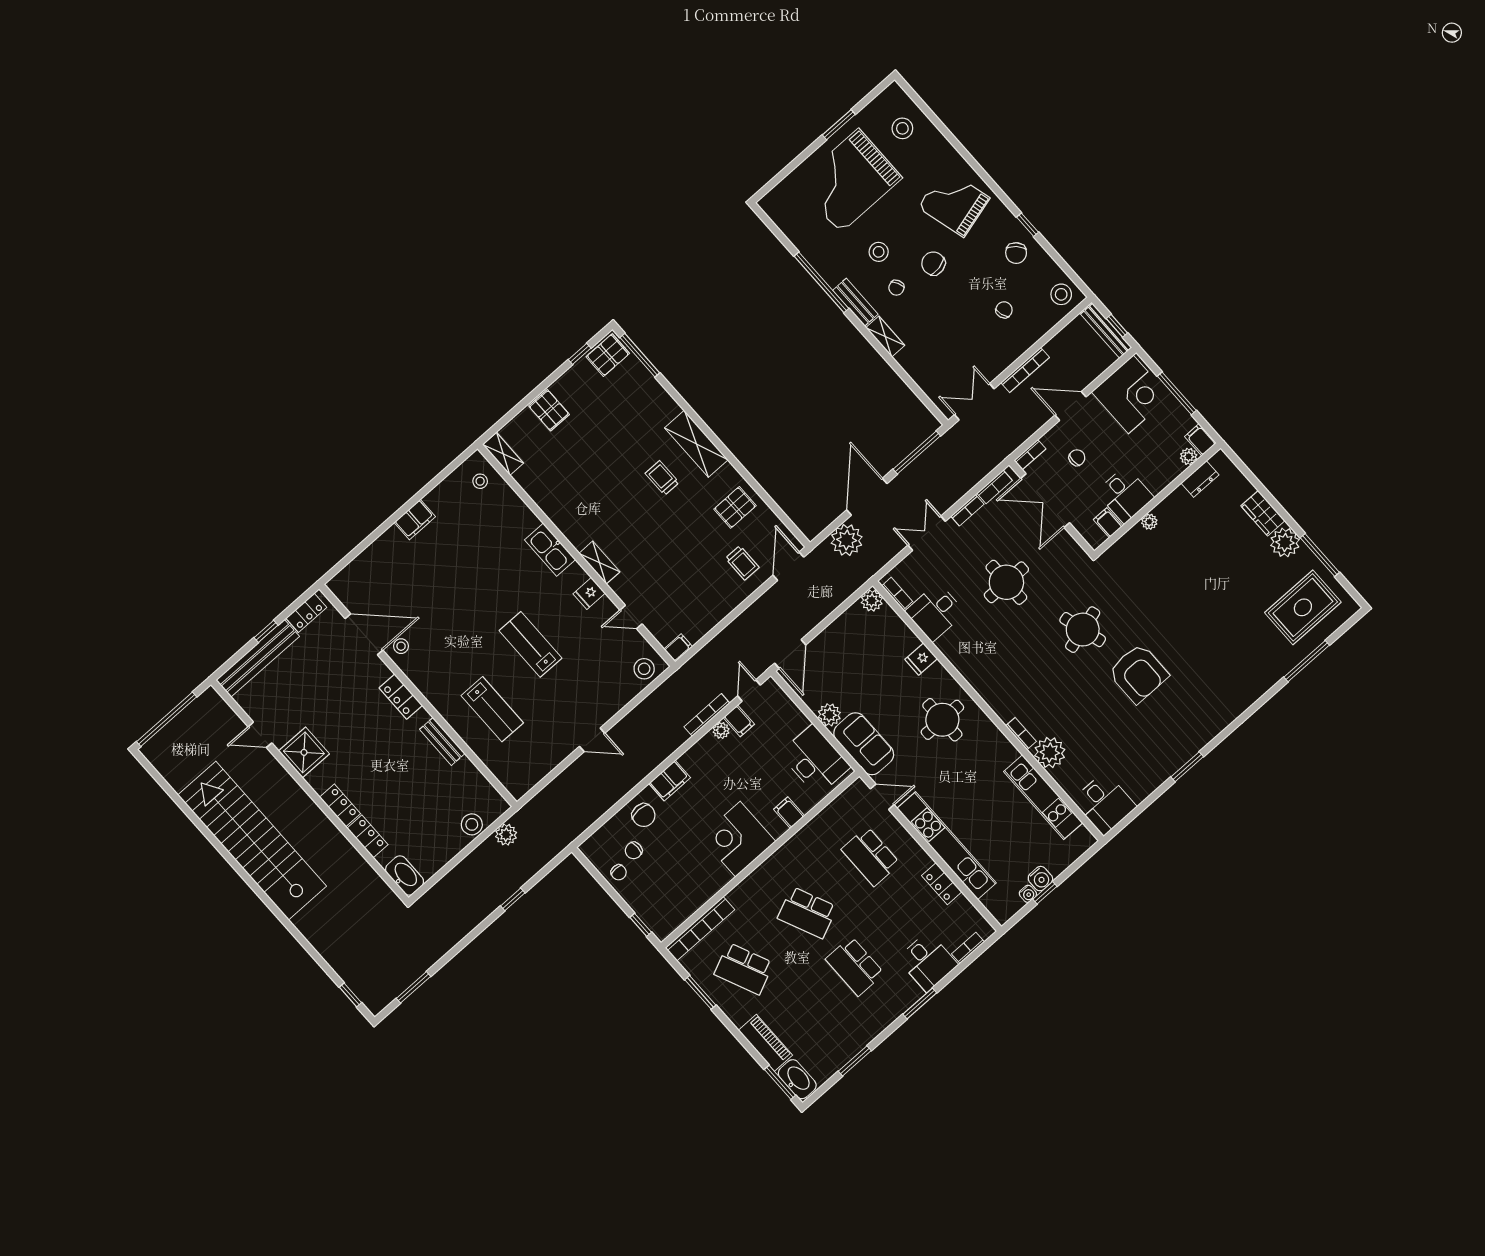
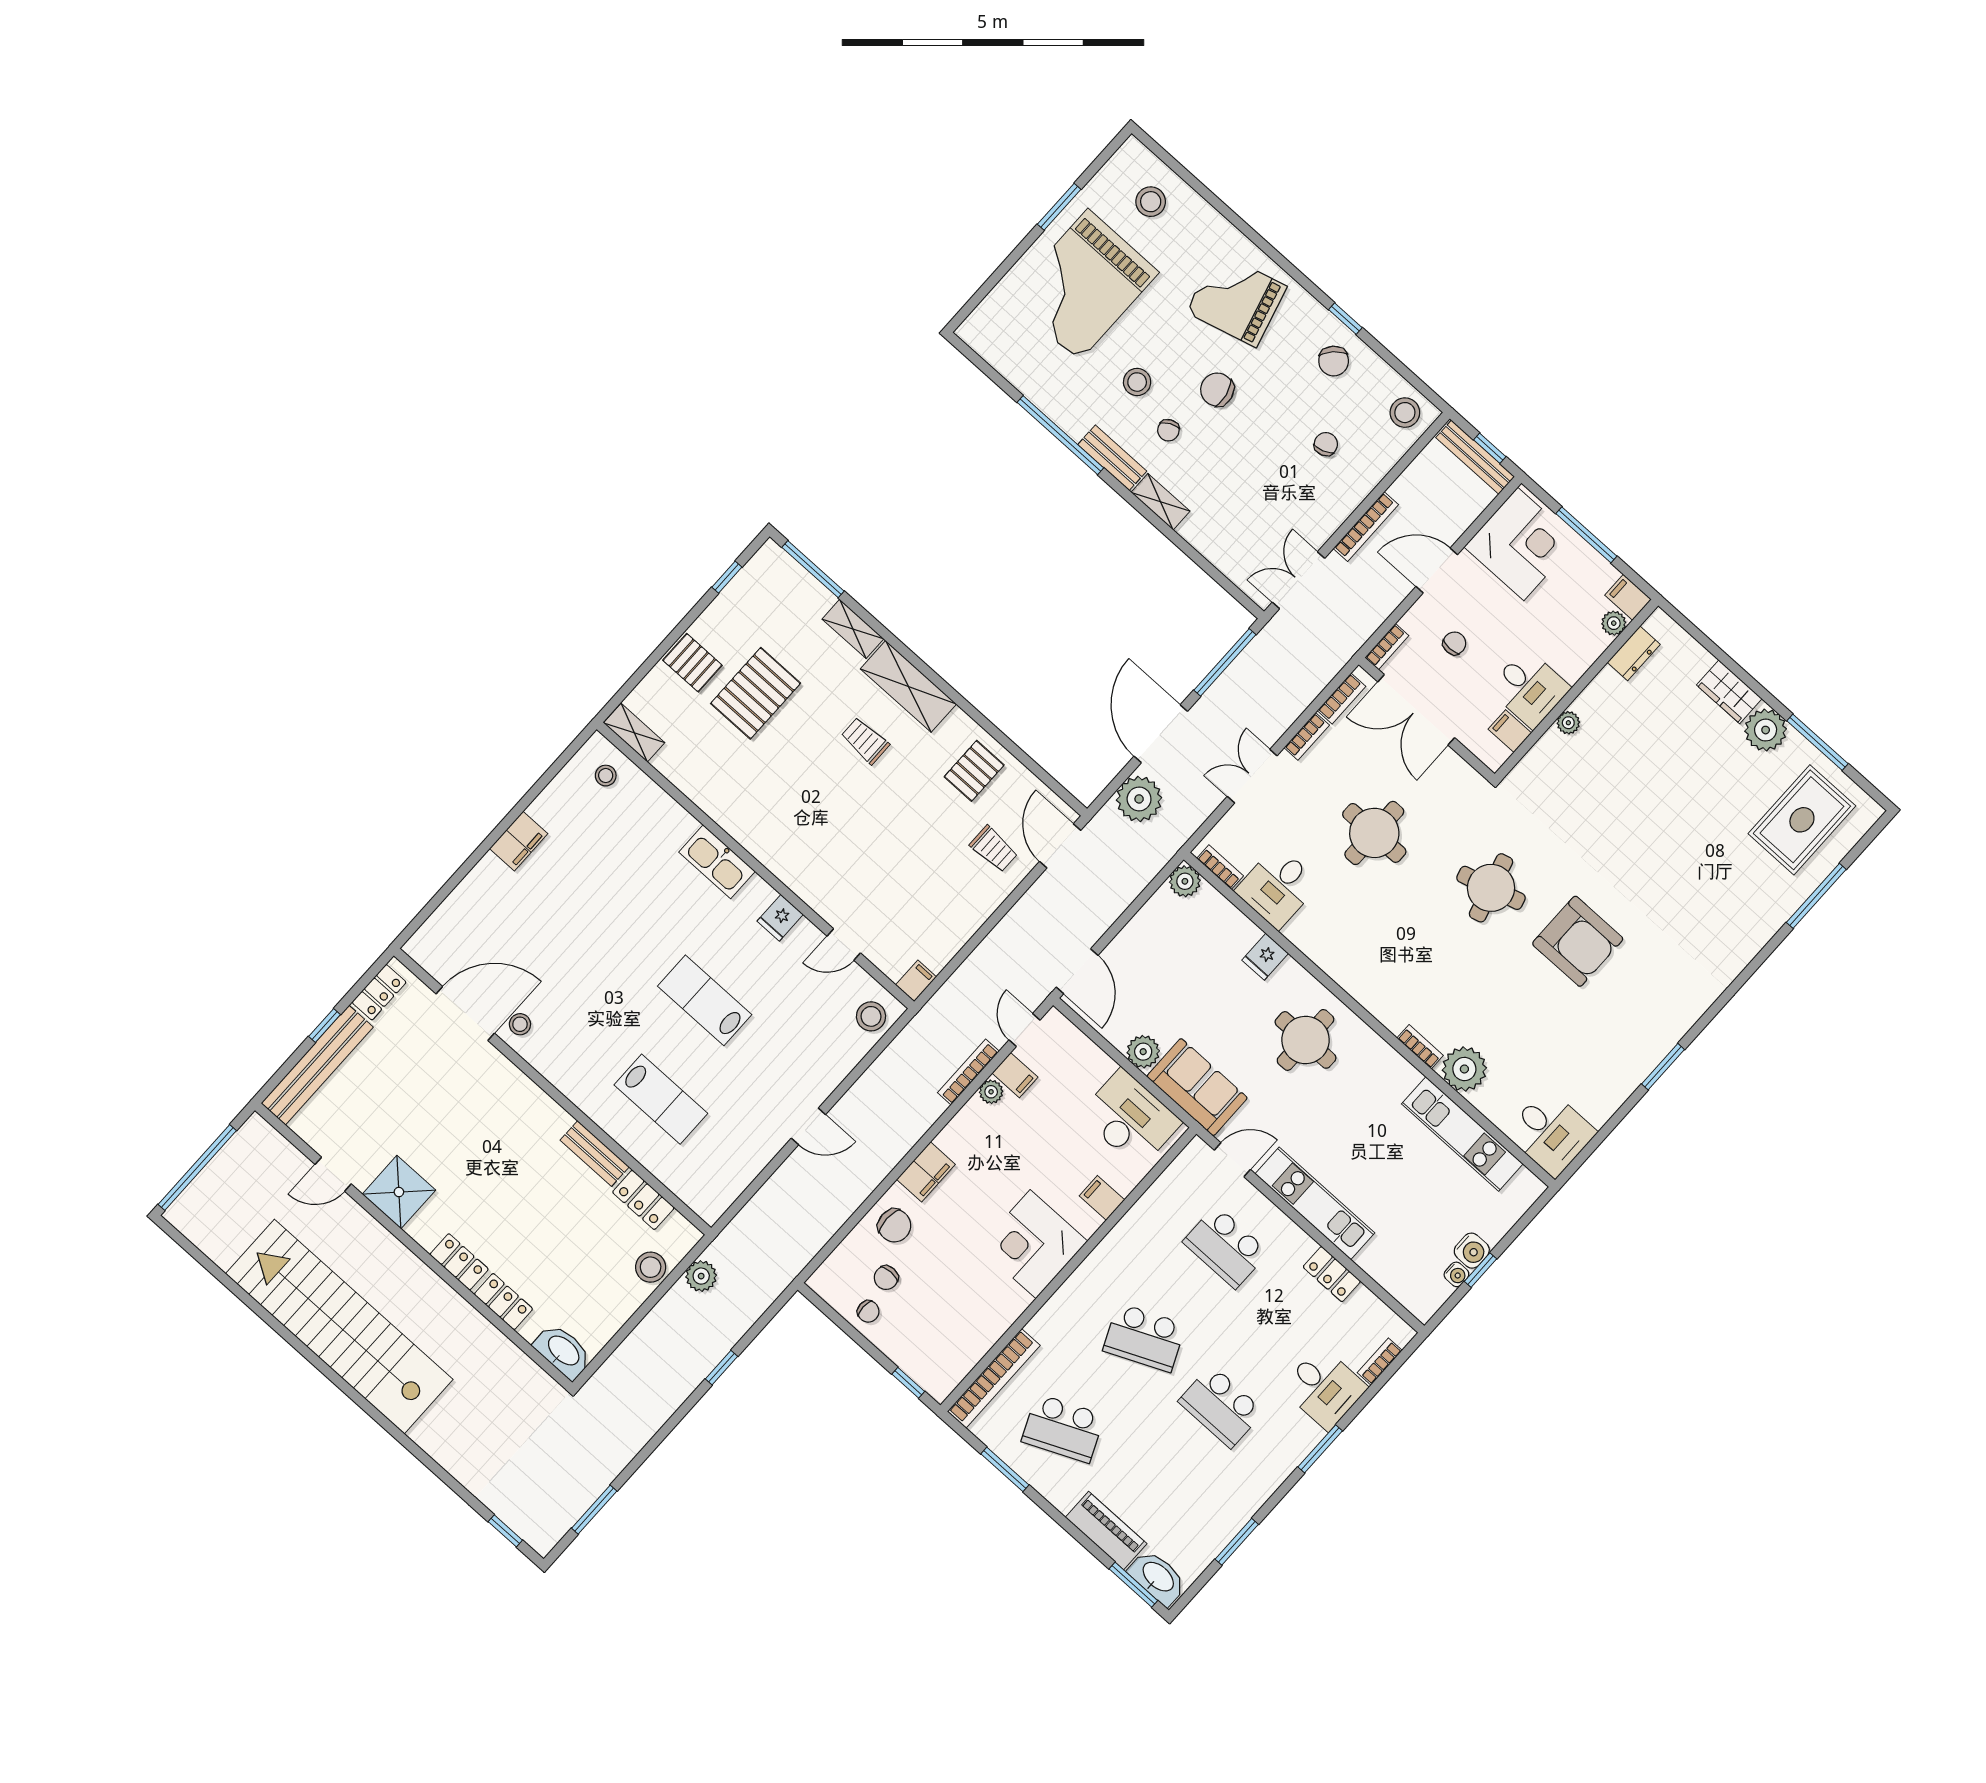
pallet: (608, 355) -> (756, 693), moved, width x1.50, depth x1.42
shelving: (599, 563) -> (853, 629), moved
locker: (401, 697) -> (643, 1200), moved
kitchen unit: (947, 846) -> (1315, 1203), width x0.73

